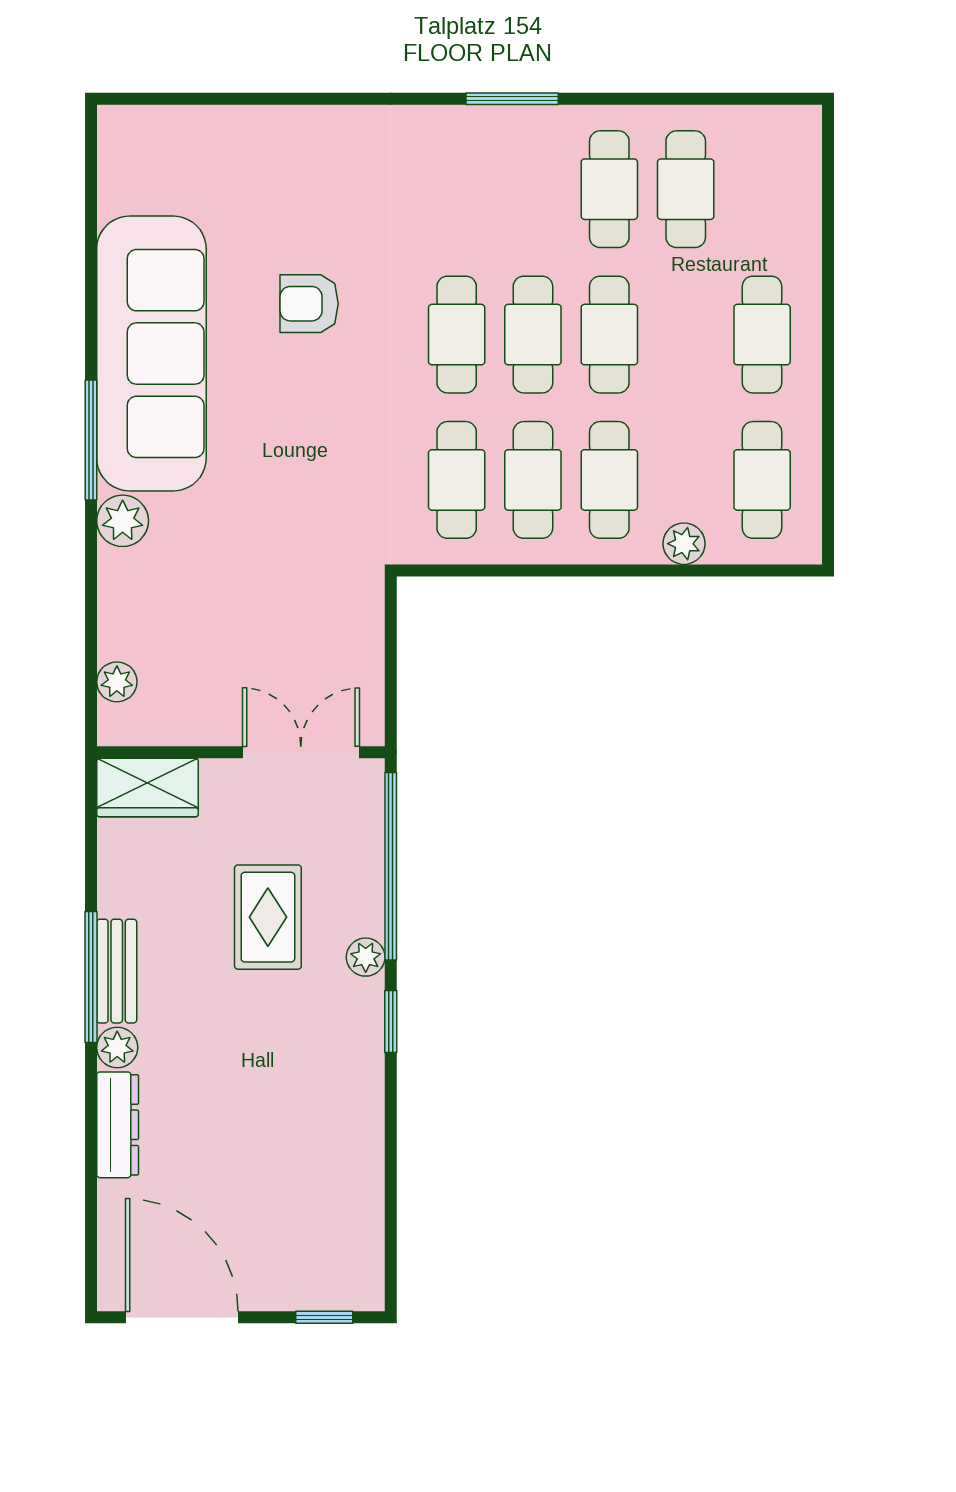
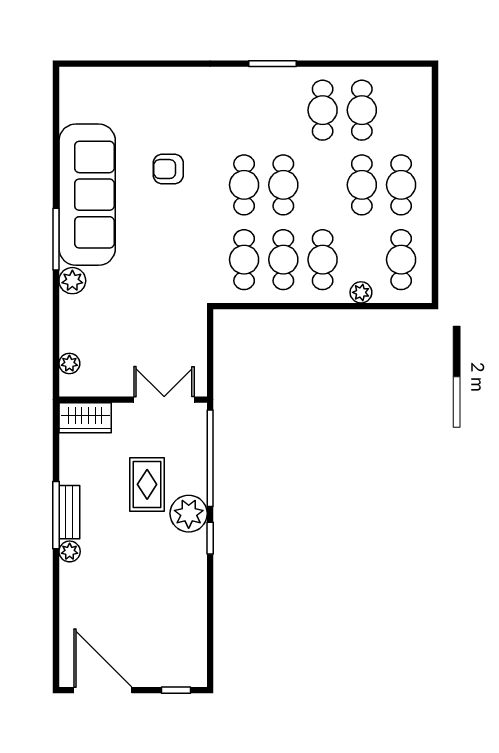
cafe table: (609, 335) -> (362, 185), moved
plant: (366, 957) -> (189, 514), width x1.87, depth x1.87
dresser: (118, 1125) -> (70, 591), removed

